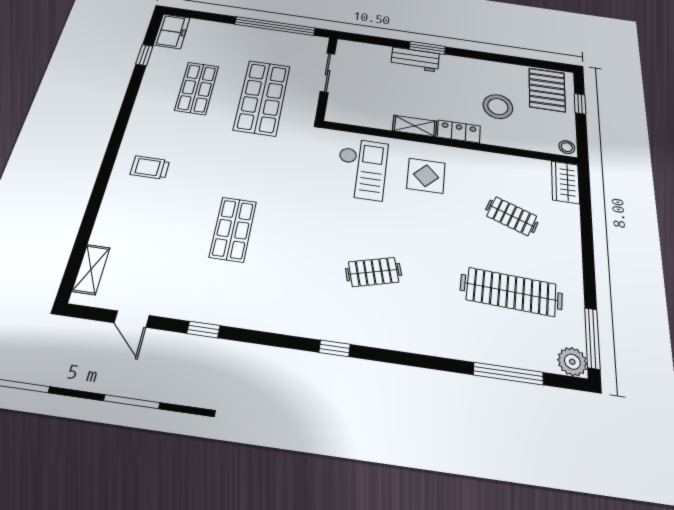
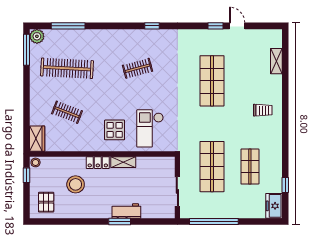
pallet: (547, 90) -> (46, 202), width x0.67, depth x0.71
window: (580, 104) -> (27, 175), moved
shop shelf: (233, 229) -> (212, 81), width x1.43, depth x1.36
shelving: (91, 269) -> (276, 61), moved
door: (132, 319) -> (237, 26), moved

